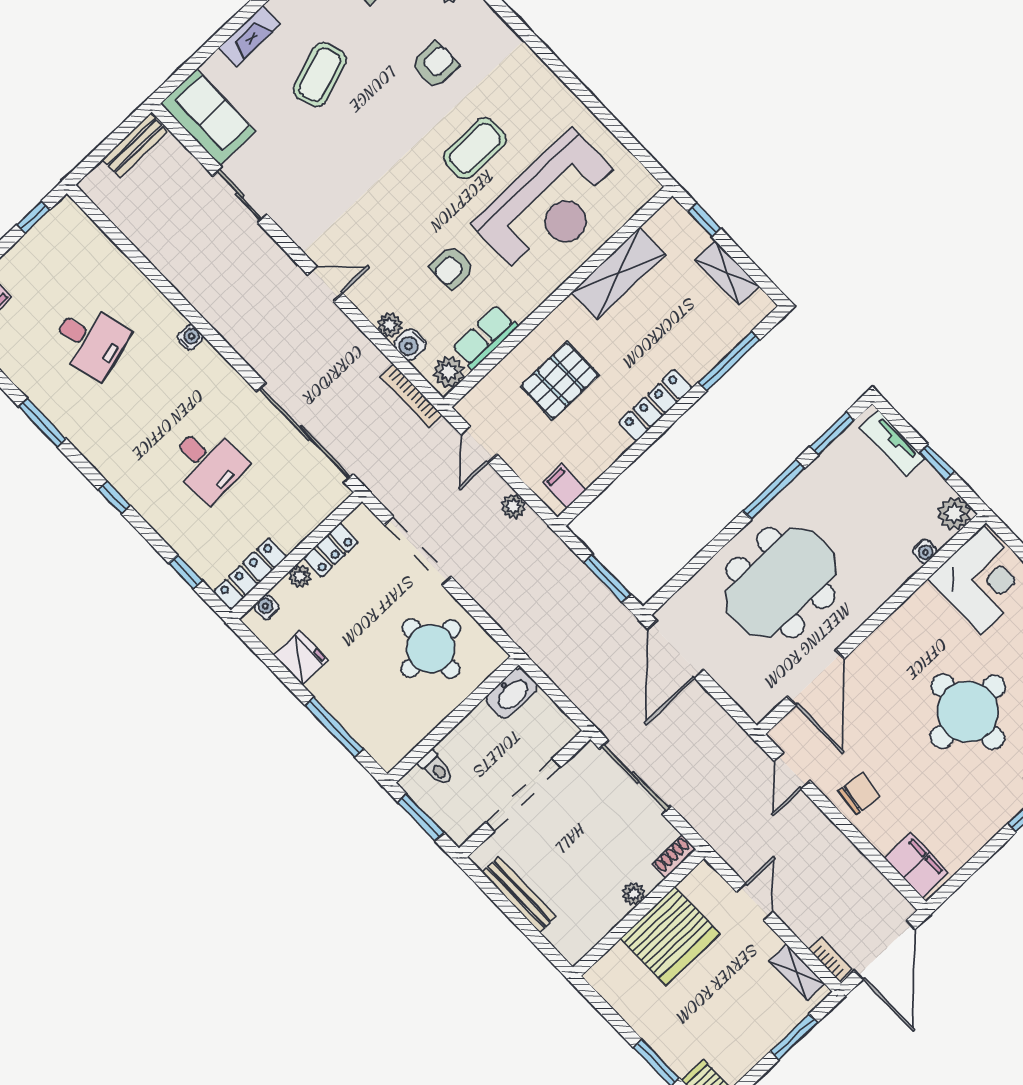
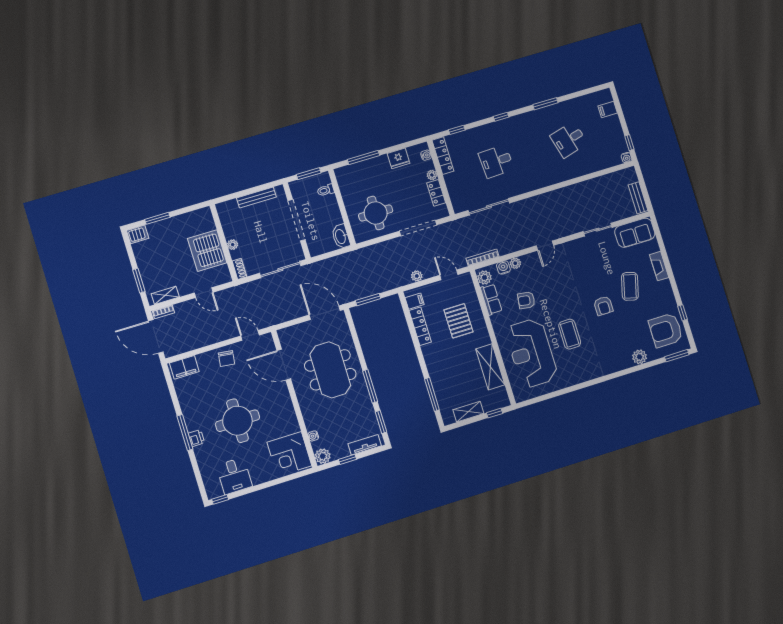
armchair: (435, 65) -> (603, 306), moved
coffee table: (320, 75) -> (630, 286), turned 34
armchair: (452, 267) -> (526, 300), turned -82
water cooler: (190, 337) -> (626, 158), moved
locker: (655, 405) -> (420, 326), moved
sliding door: (305, 433) -> (489, 207), width x0.73

